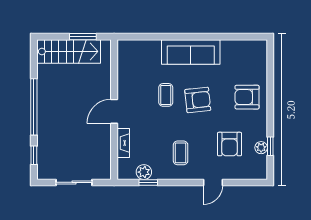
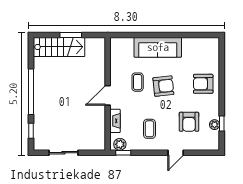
wall: (114, 110) -> (108, 94), moved
door: (114, 111) -> (108, 95), moved
fireplace: (123, 143) -> (115, 121), moved

